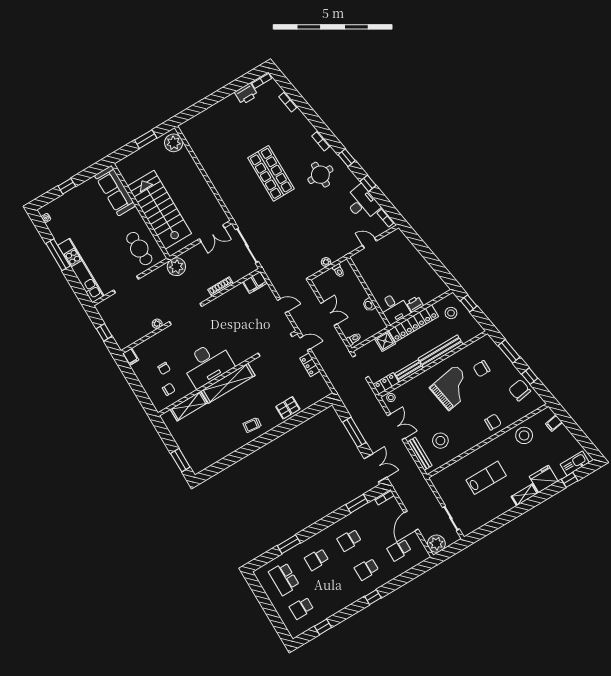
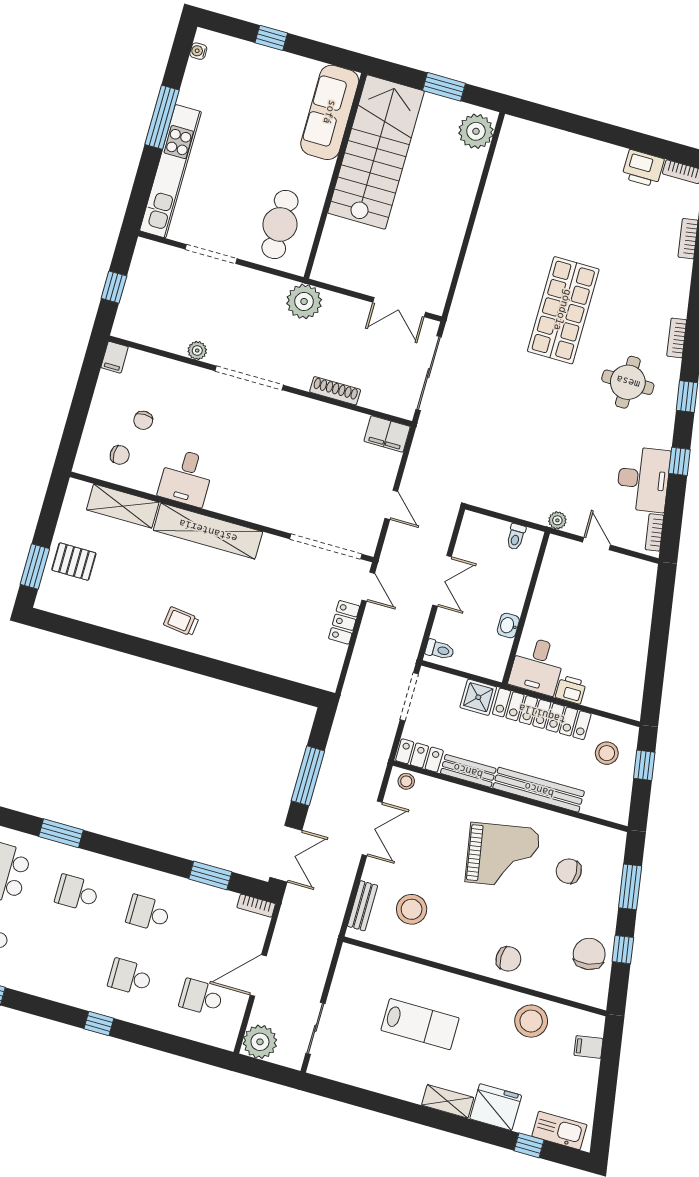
stairs: (160, 210) -> (376, 152), moved
plant: (326, 262) -> (557, 520), moved
desk: (208, 364) -> (186, 478), width x0.53, depth x0.77
pallet: (288, 408) -> (74, 562), moved
bench: (420, 454) -> (362, 906), width x0.73

